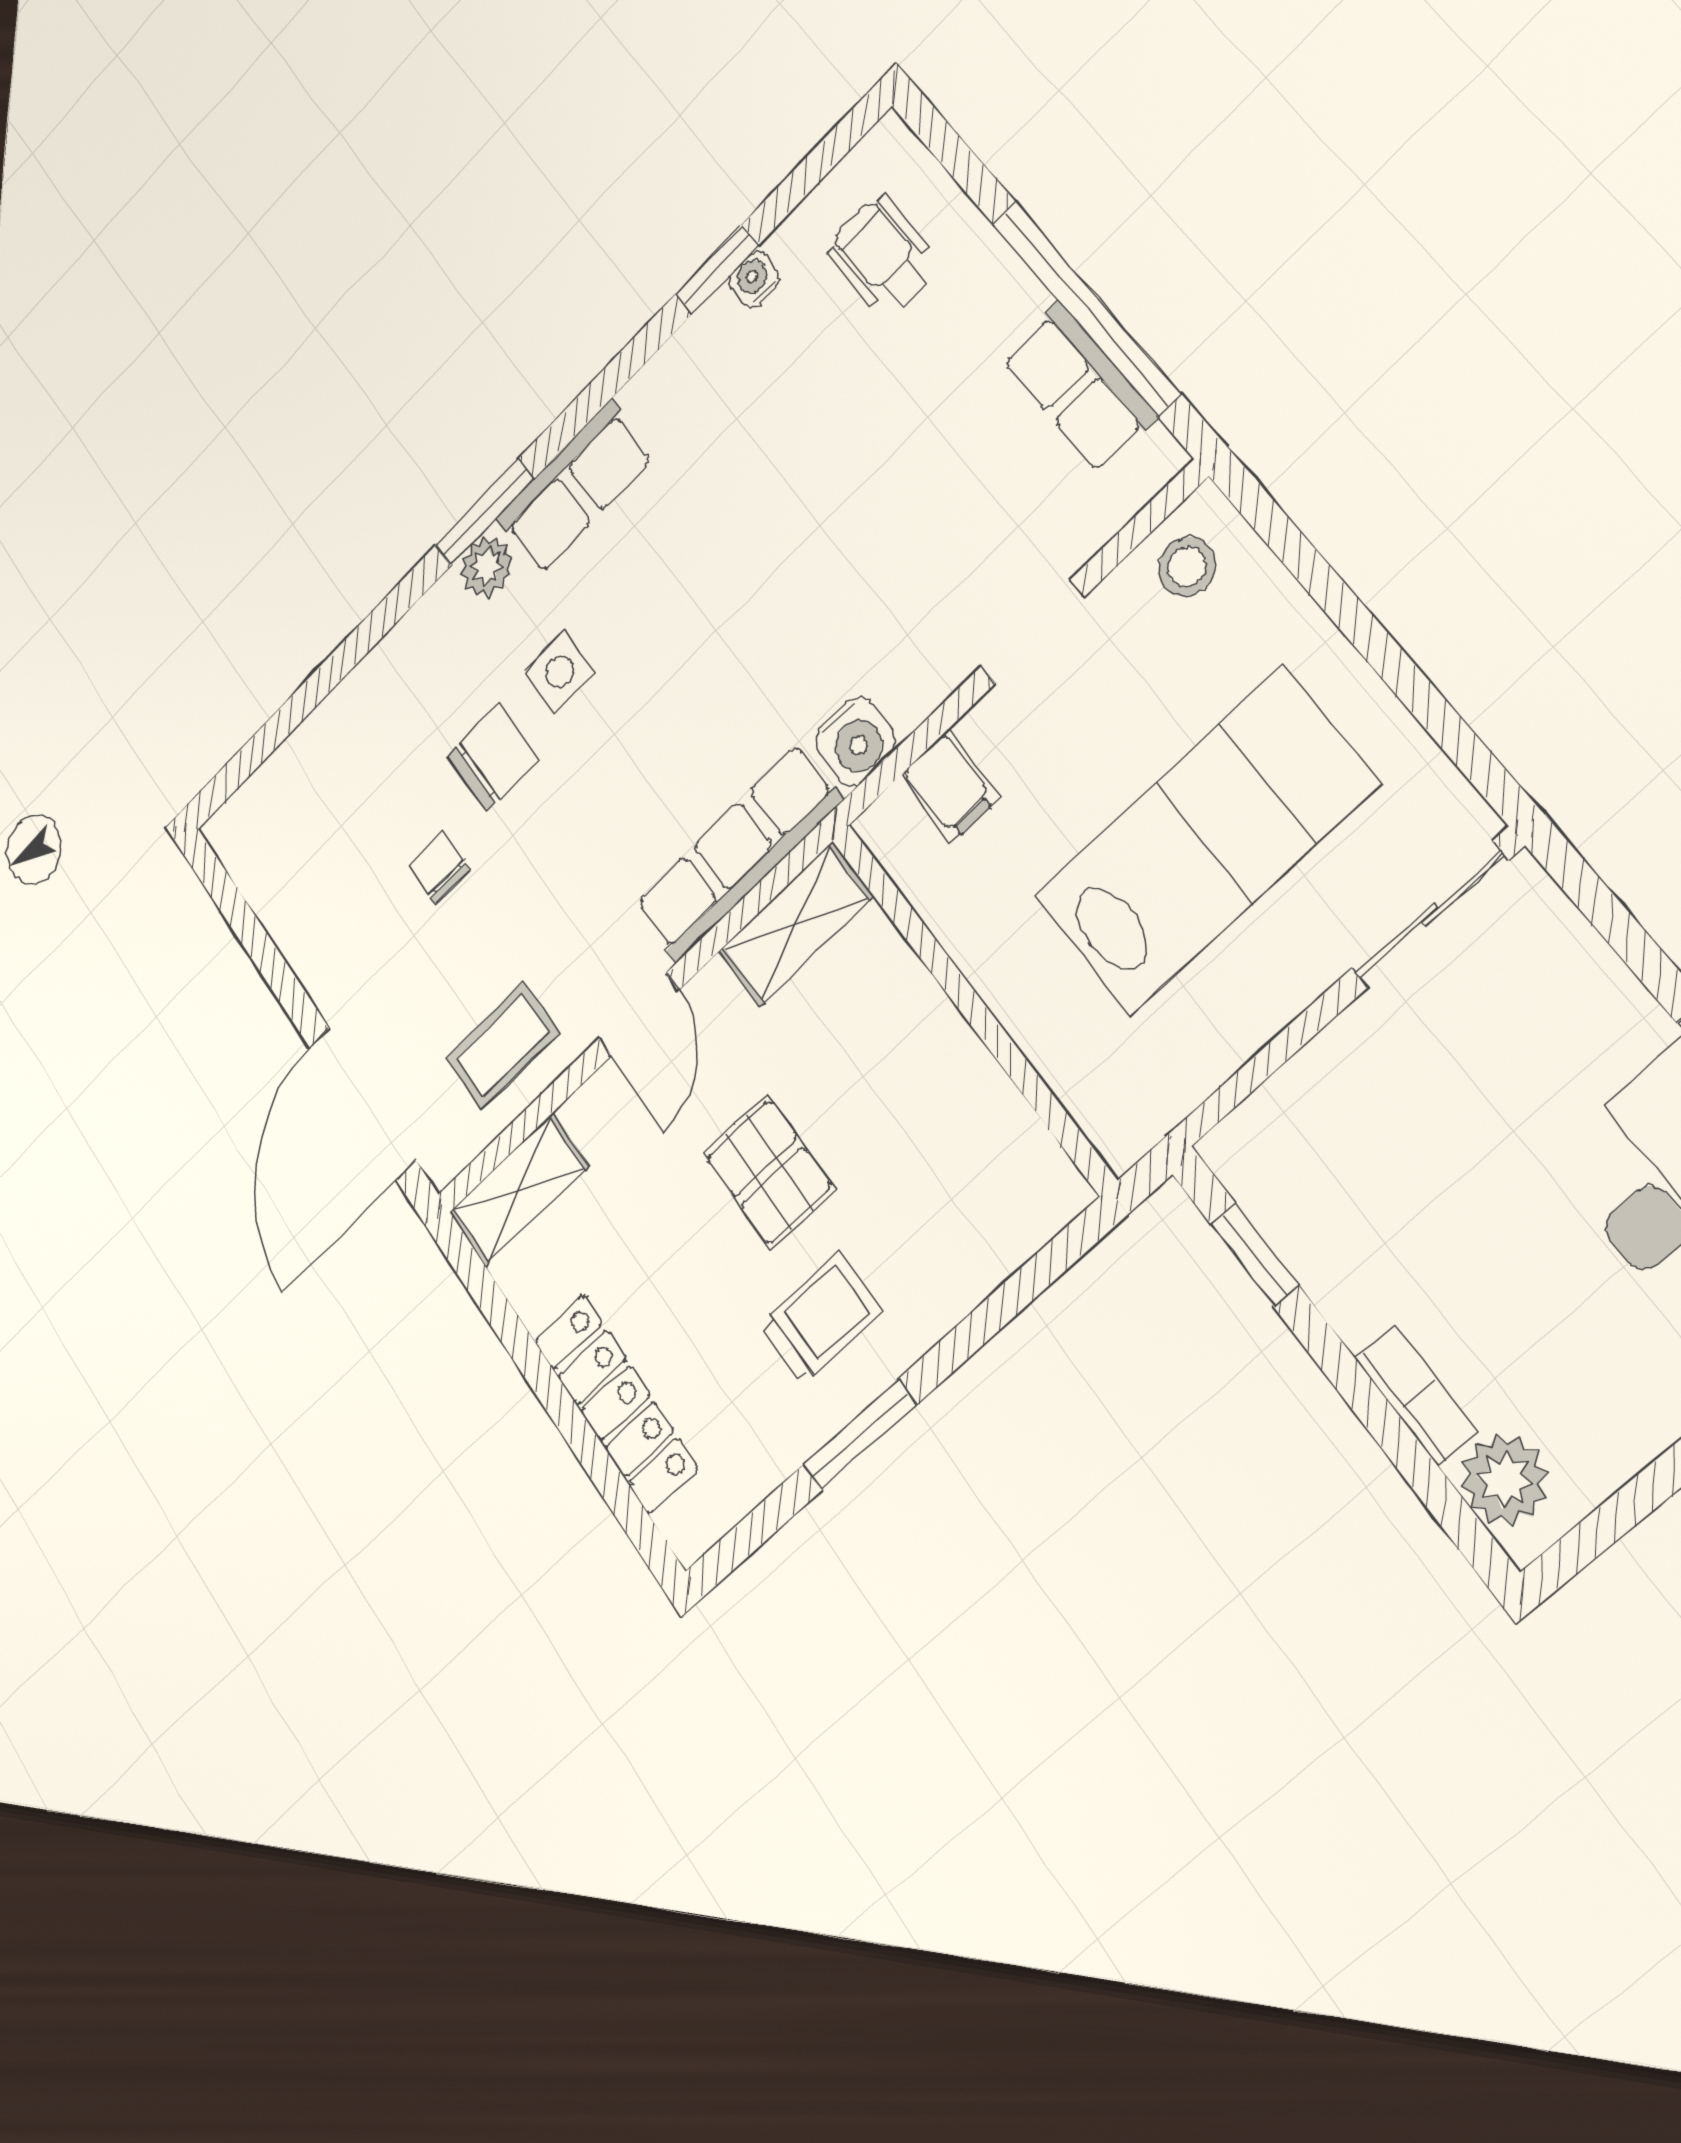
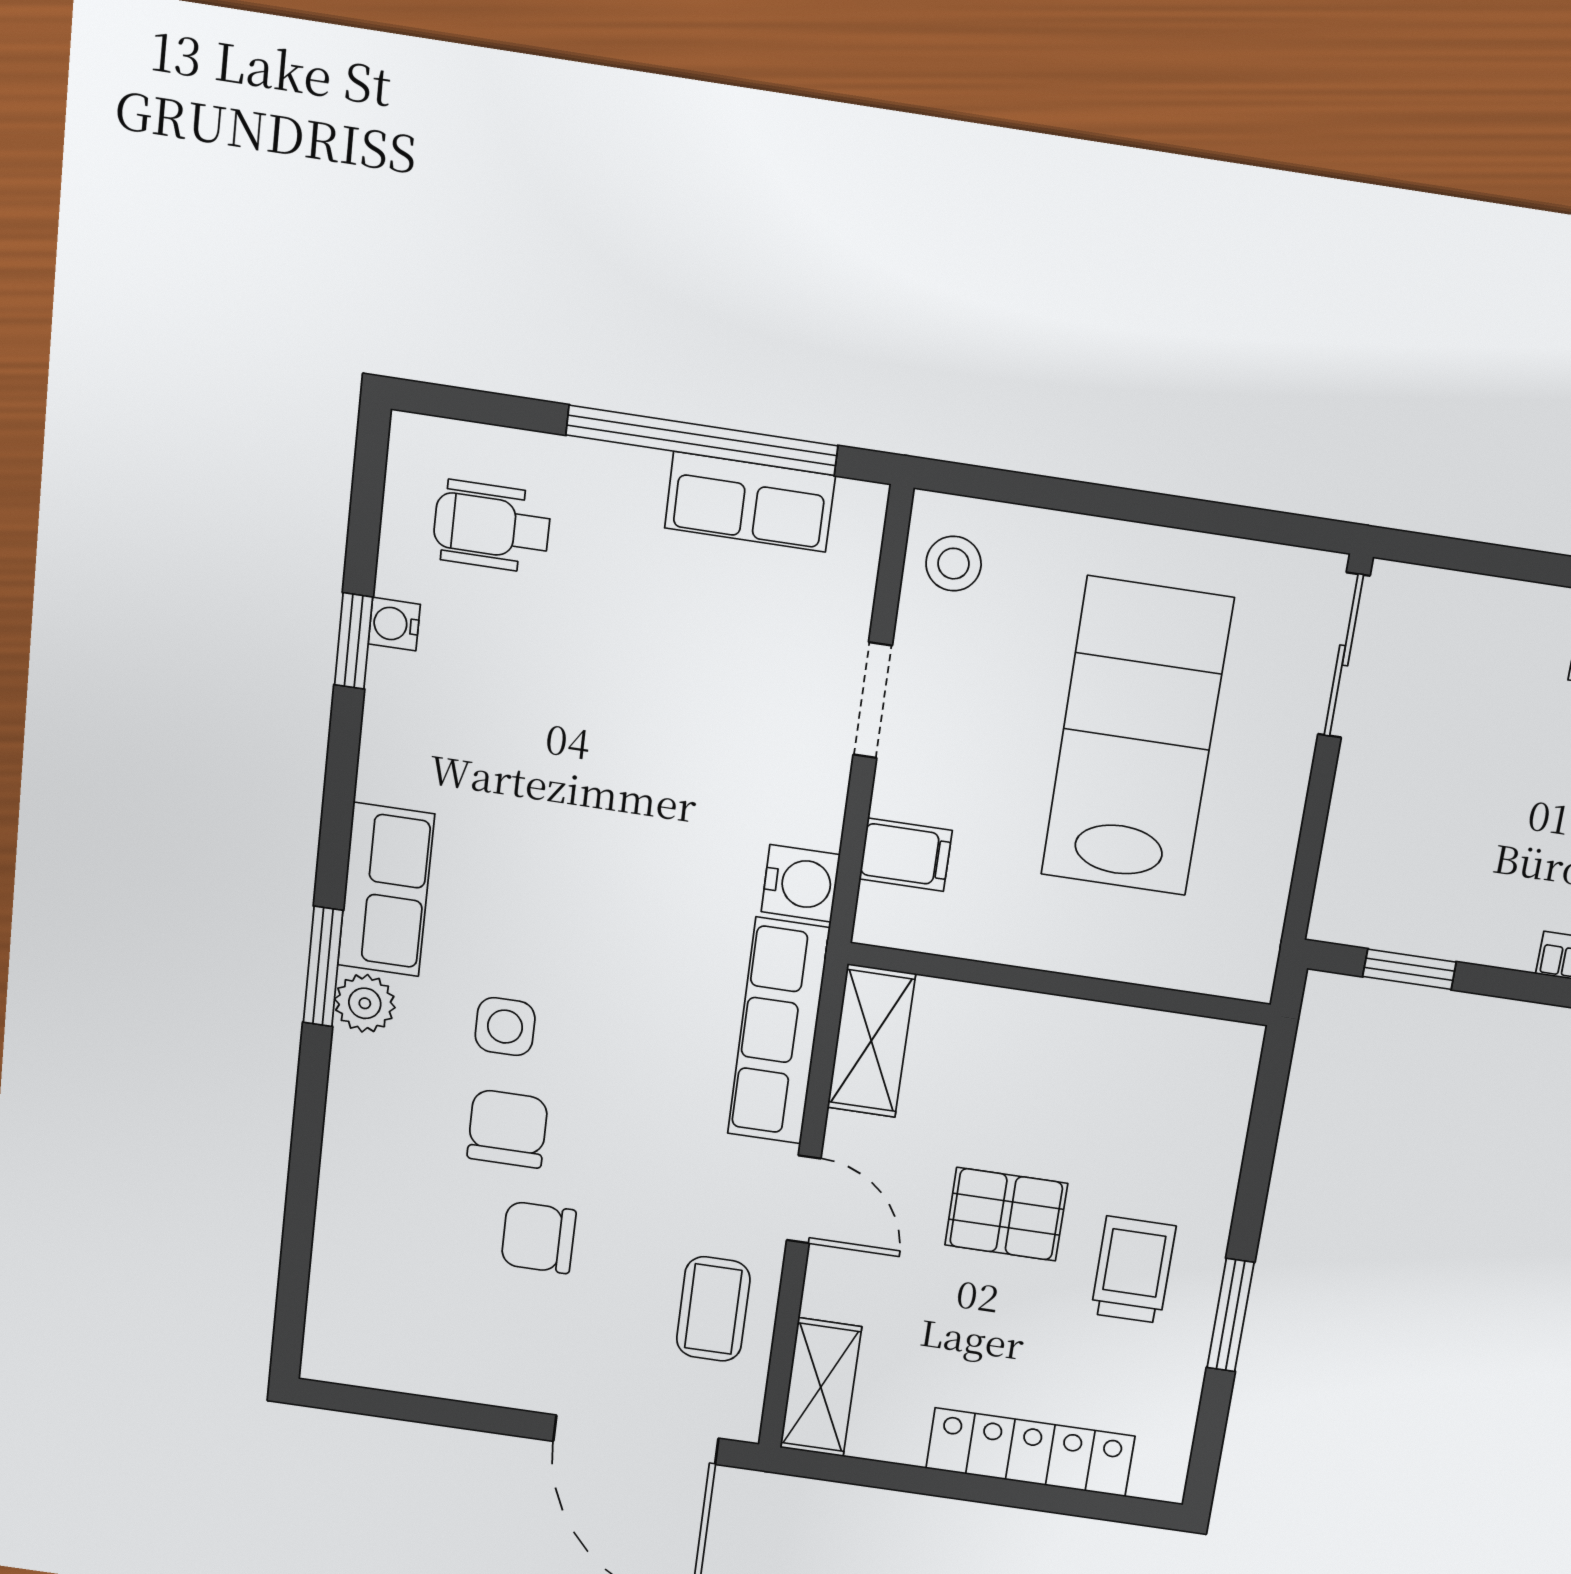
chair: (439, 868) -> (538, 1237), width x1.37, depth x1.37

